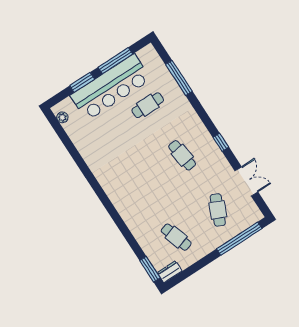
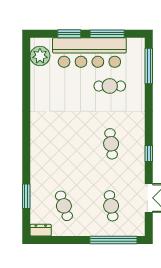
window: (179, 78) -> (149, 66), moved
plant: (62, 117) -> (40, 56), width x1.87, depth x1.87
cafe table: (218, 210) -> (111, 206), turned -33
window: (150, 269) -> (26, 196), moved

